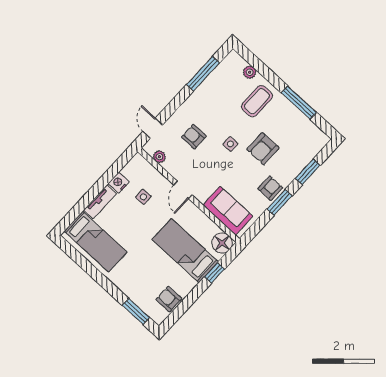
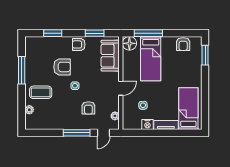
window: (203, 74) -> (77, 133), moved
window: (280, 202) -> (95, 33), moved
window: (214, 273) -> (148, 33), width x2.17

